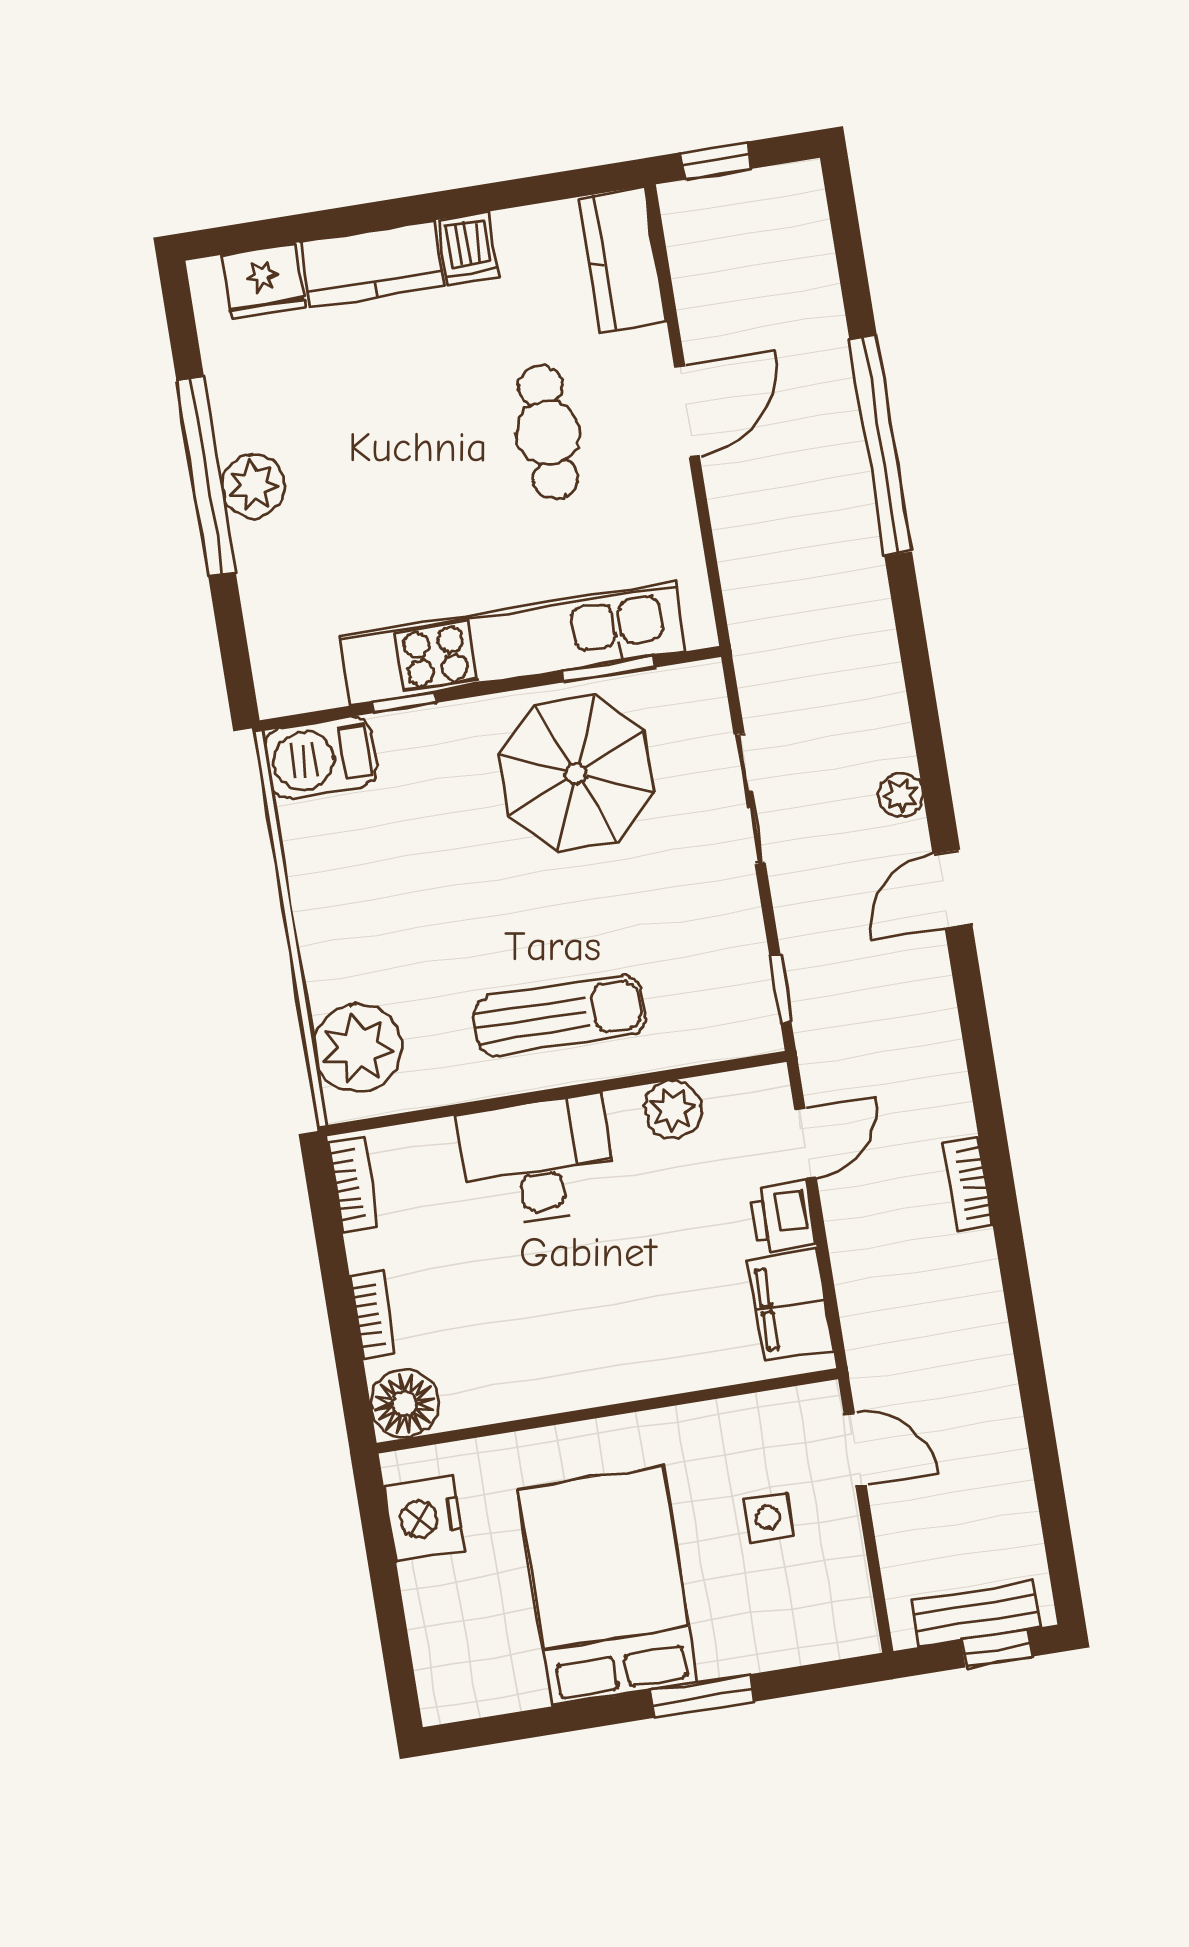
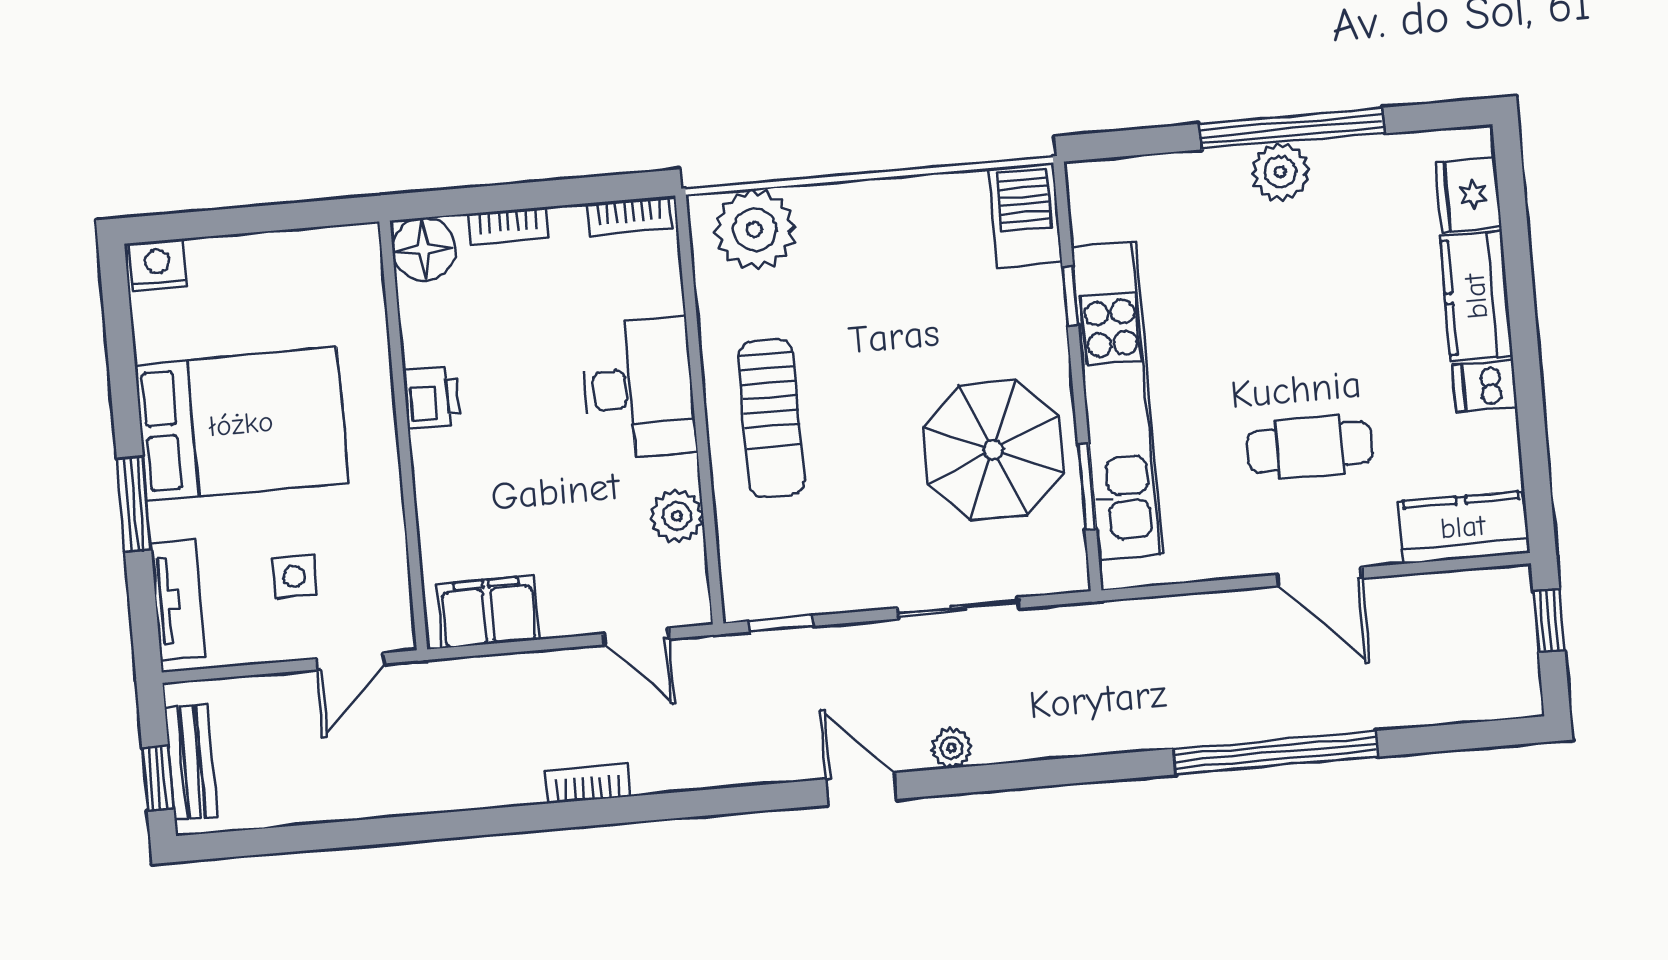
printer: (783, 1217) -> (432, 398), moved, turned 90
nightstand: (424, 1518) -> (158, 265), moved, width x0.74, depth x0.75
tv unit: (803, 1641) -> (178, 600), added

